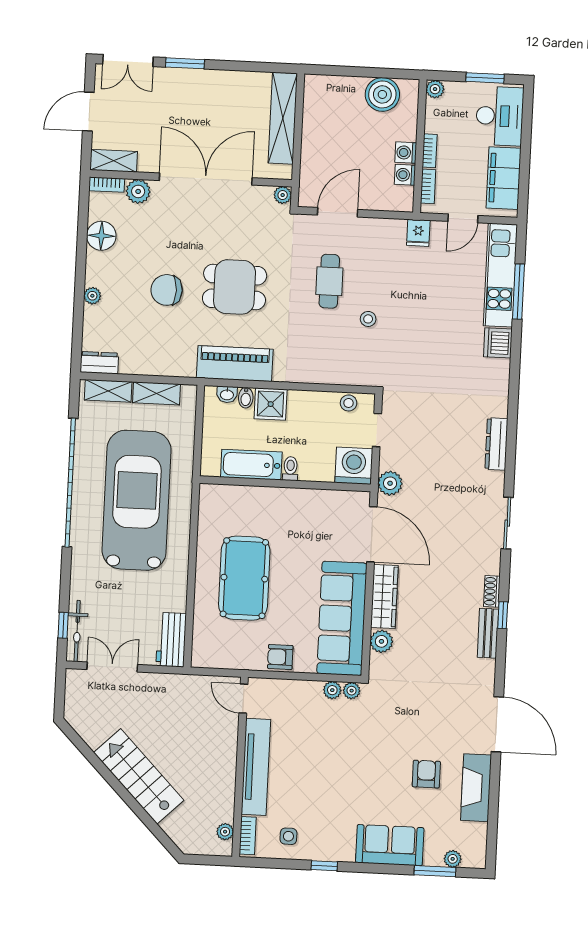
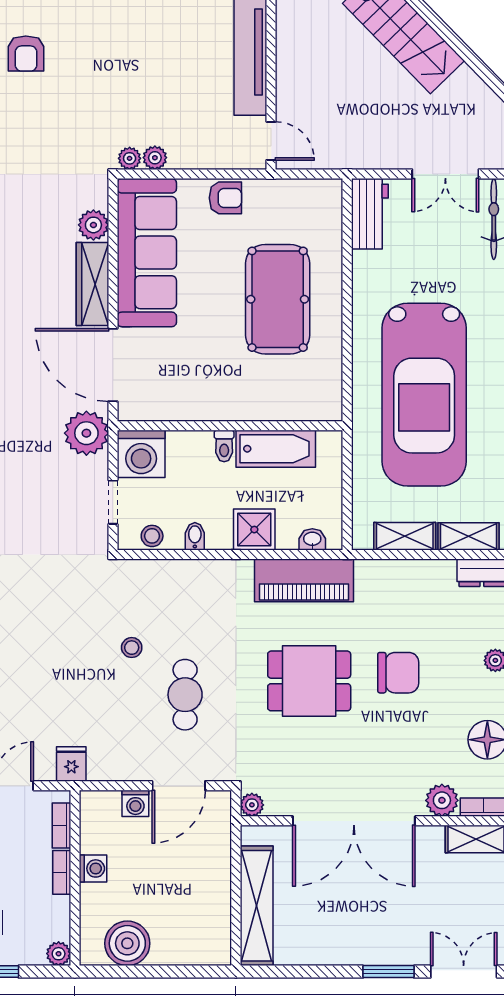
washing machine: (405, 175) -> (135, 803), moved, turned 90
bidet: (246, 398) -> (195, 536), moved
plant: (390, 483) -> (86, 433), width x1.36, depth x1.36

